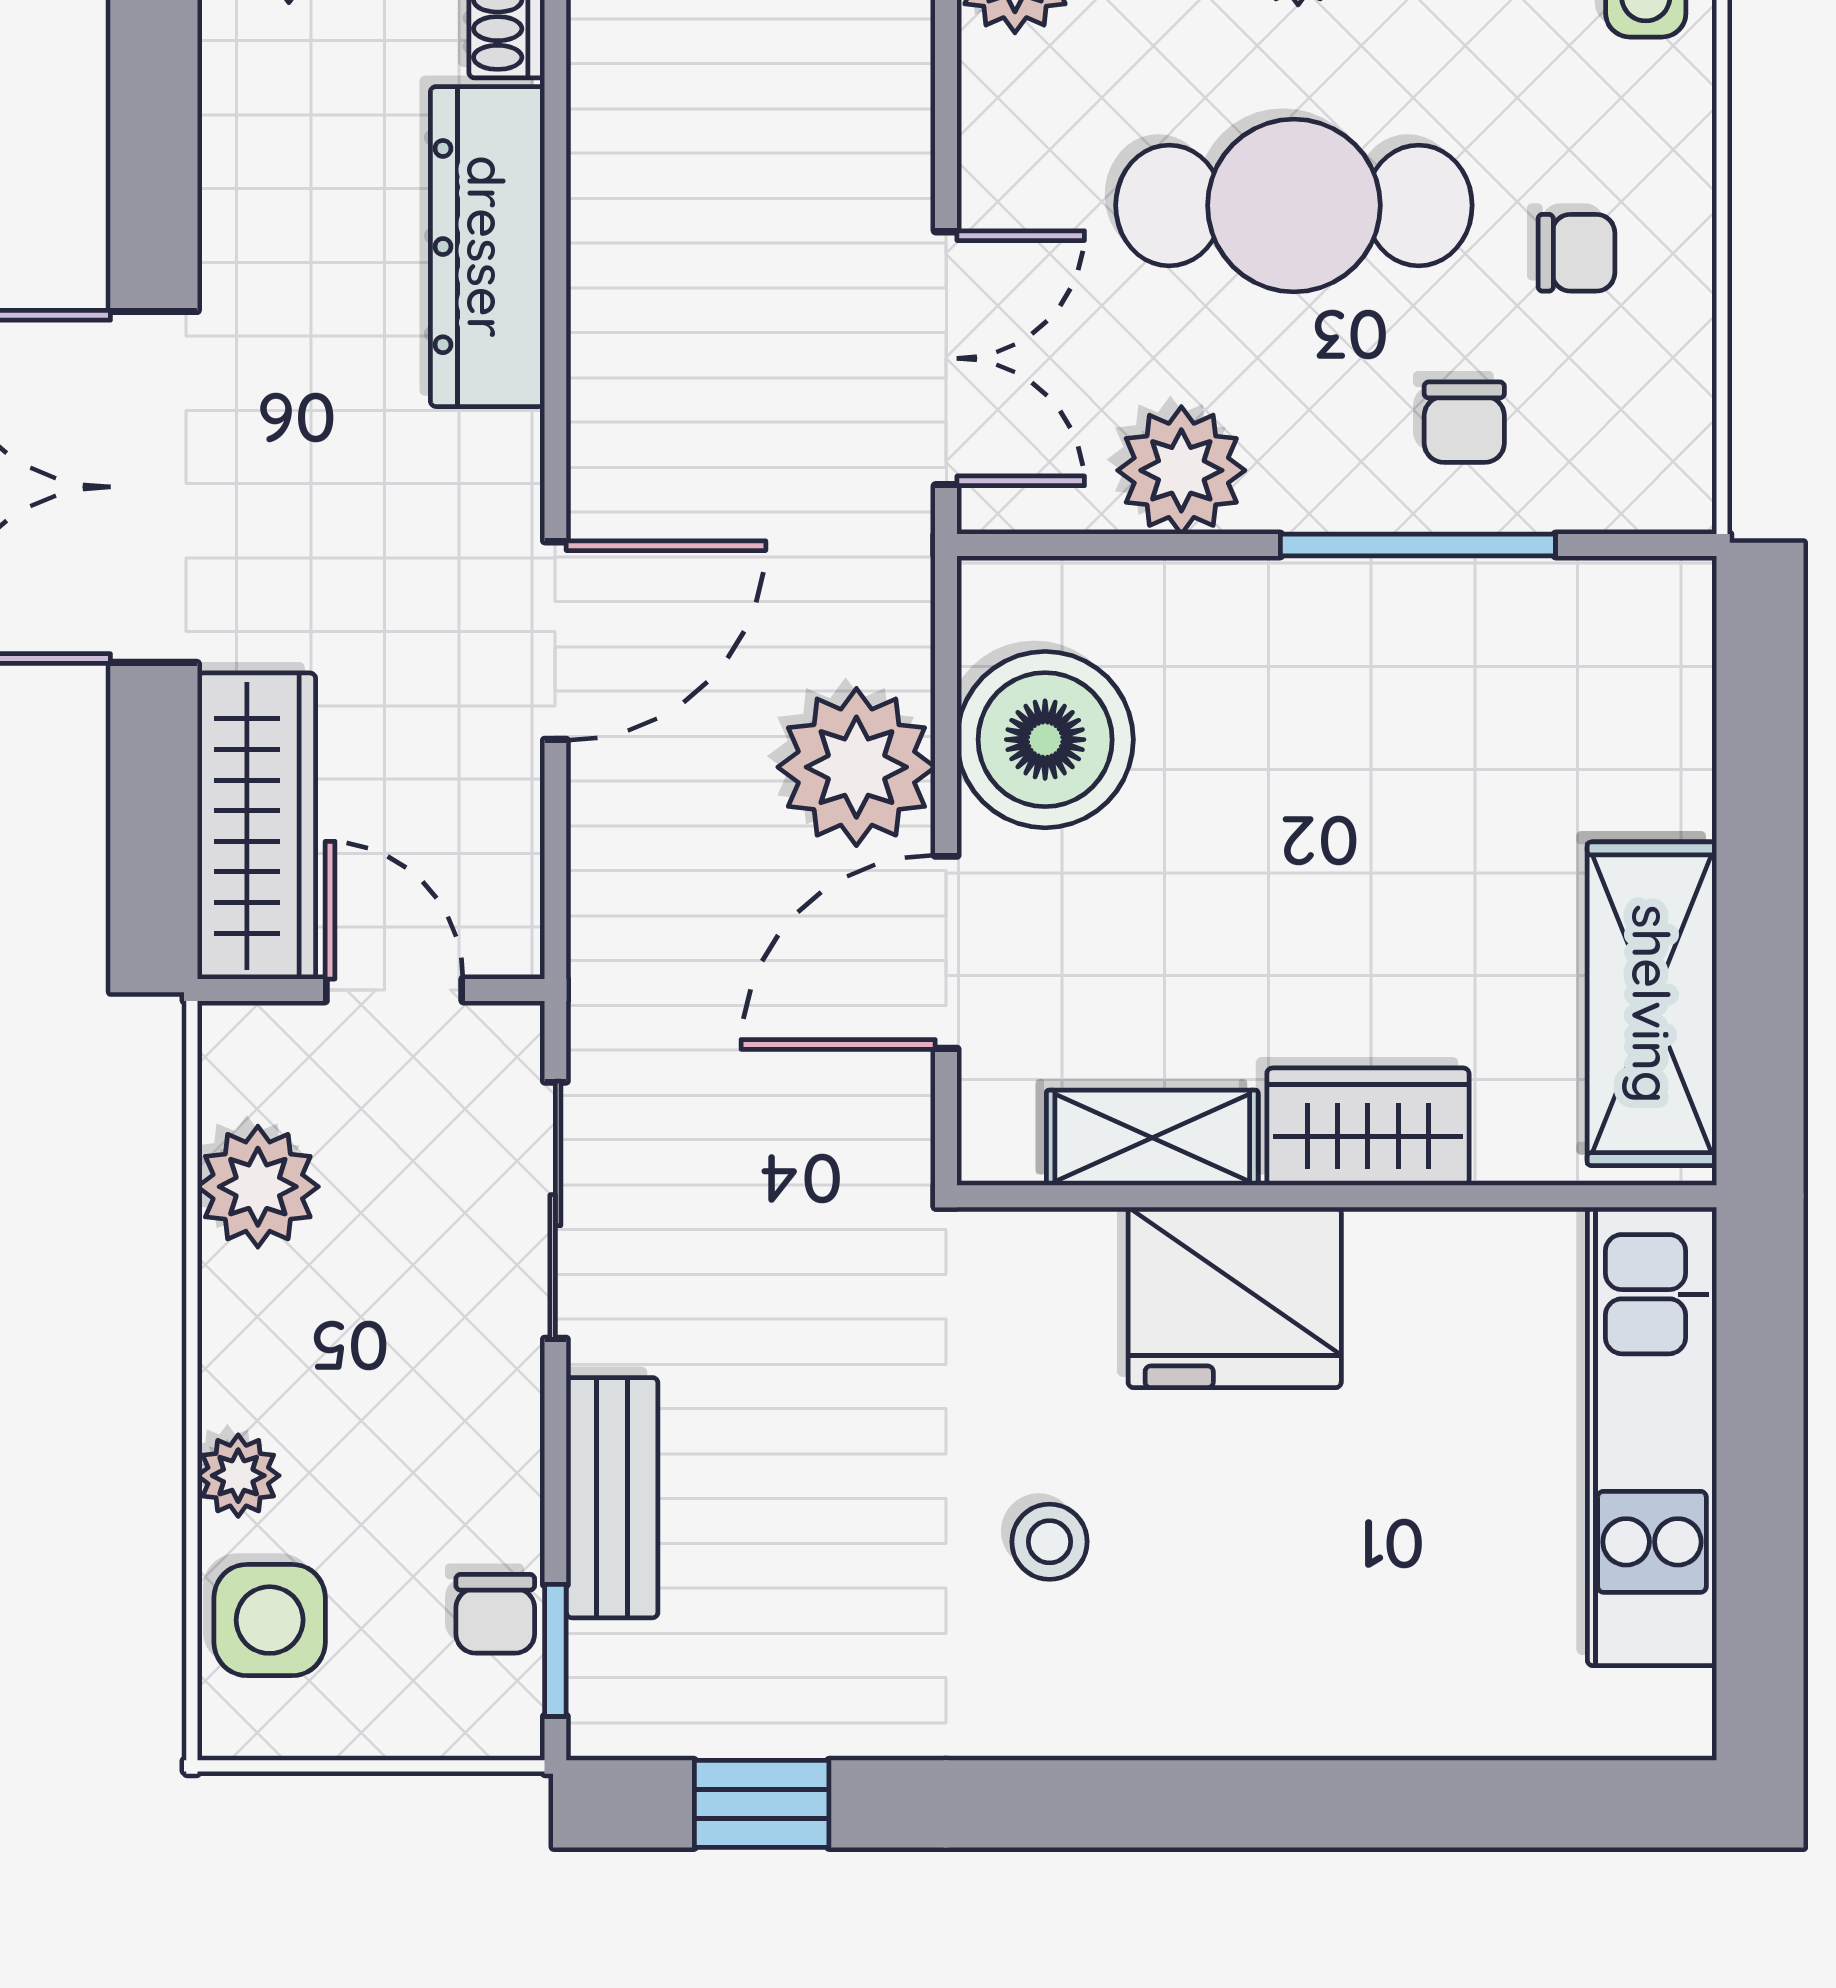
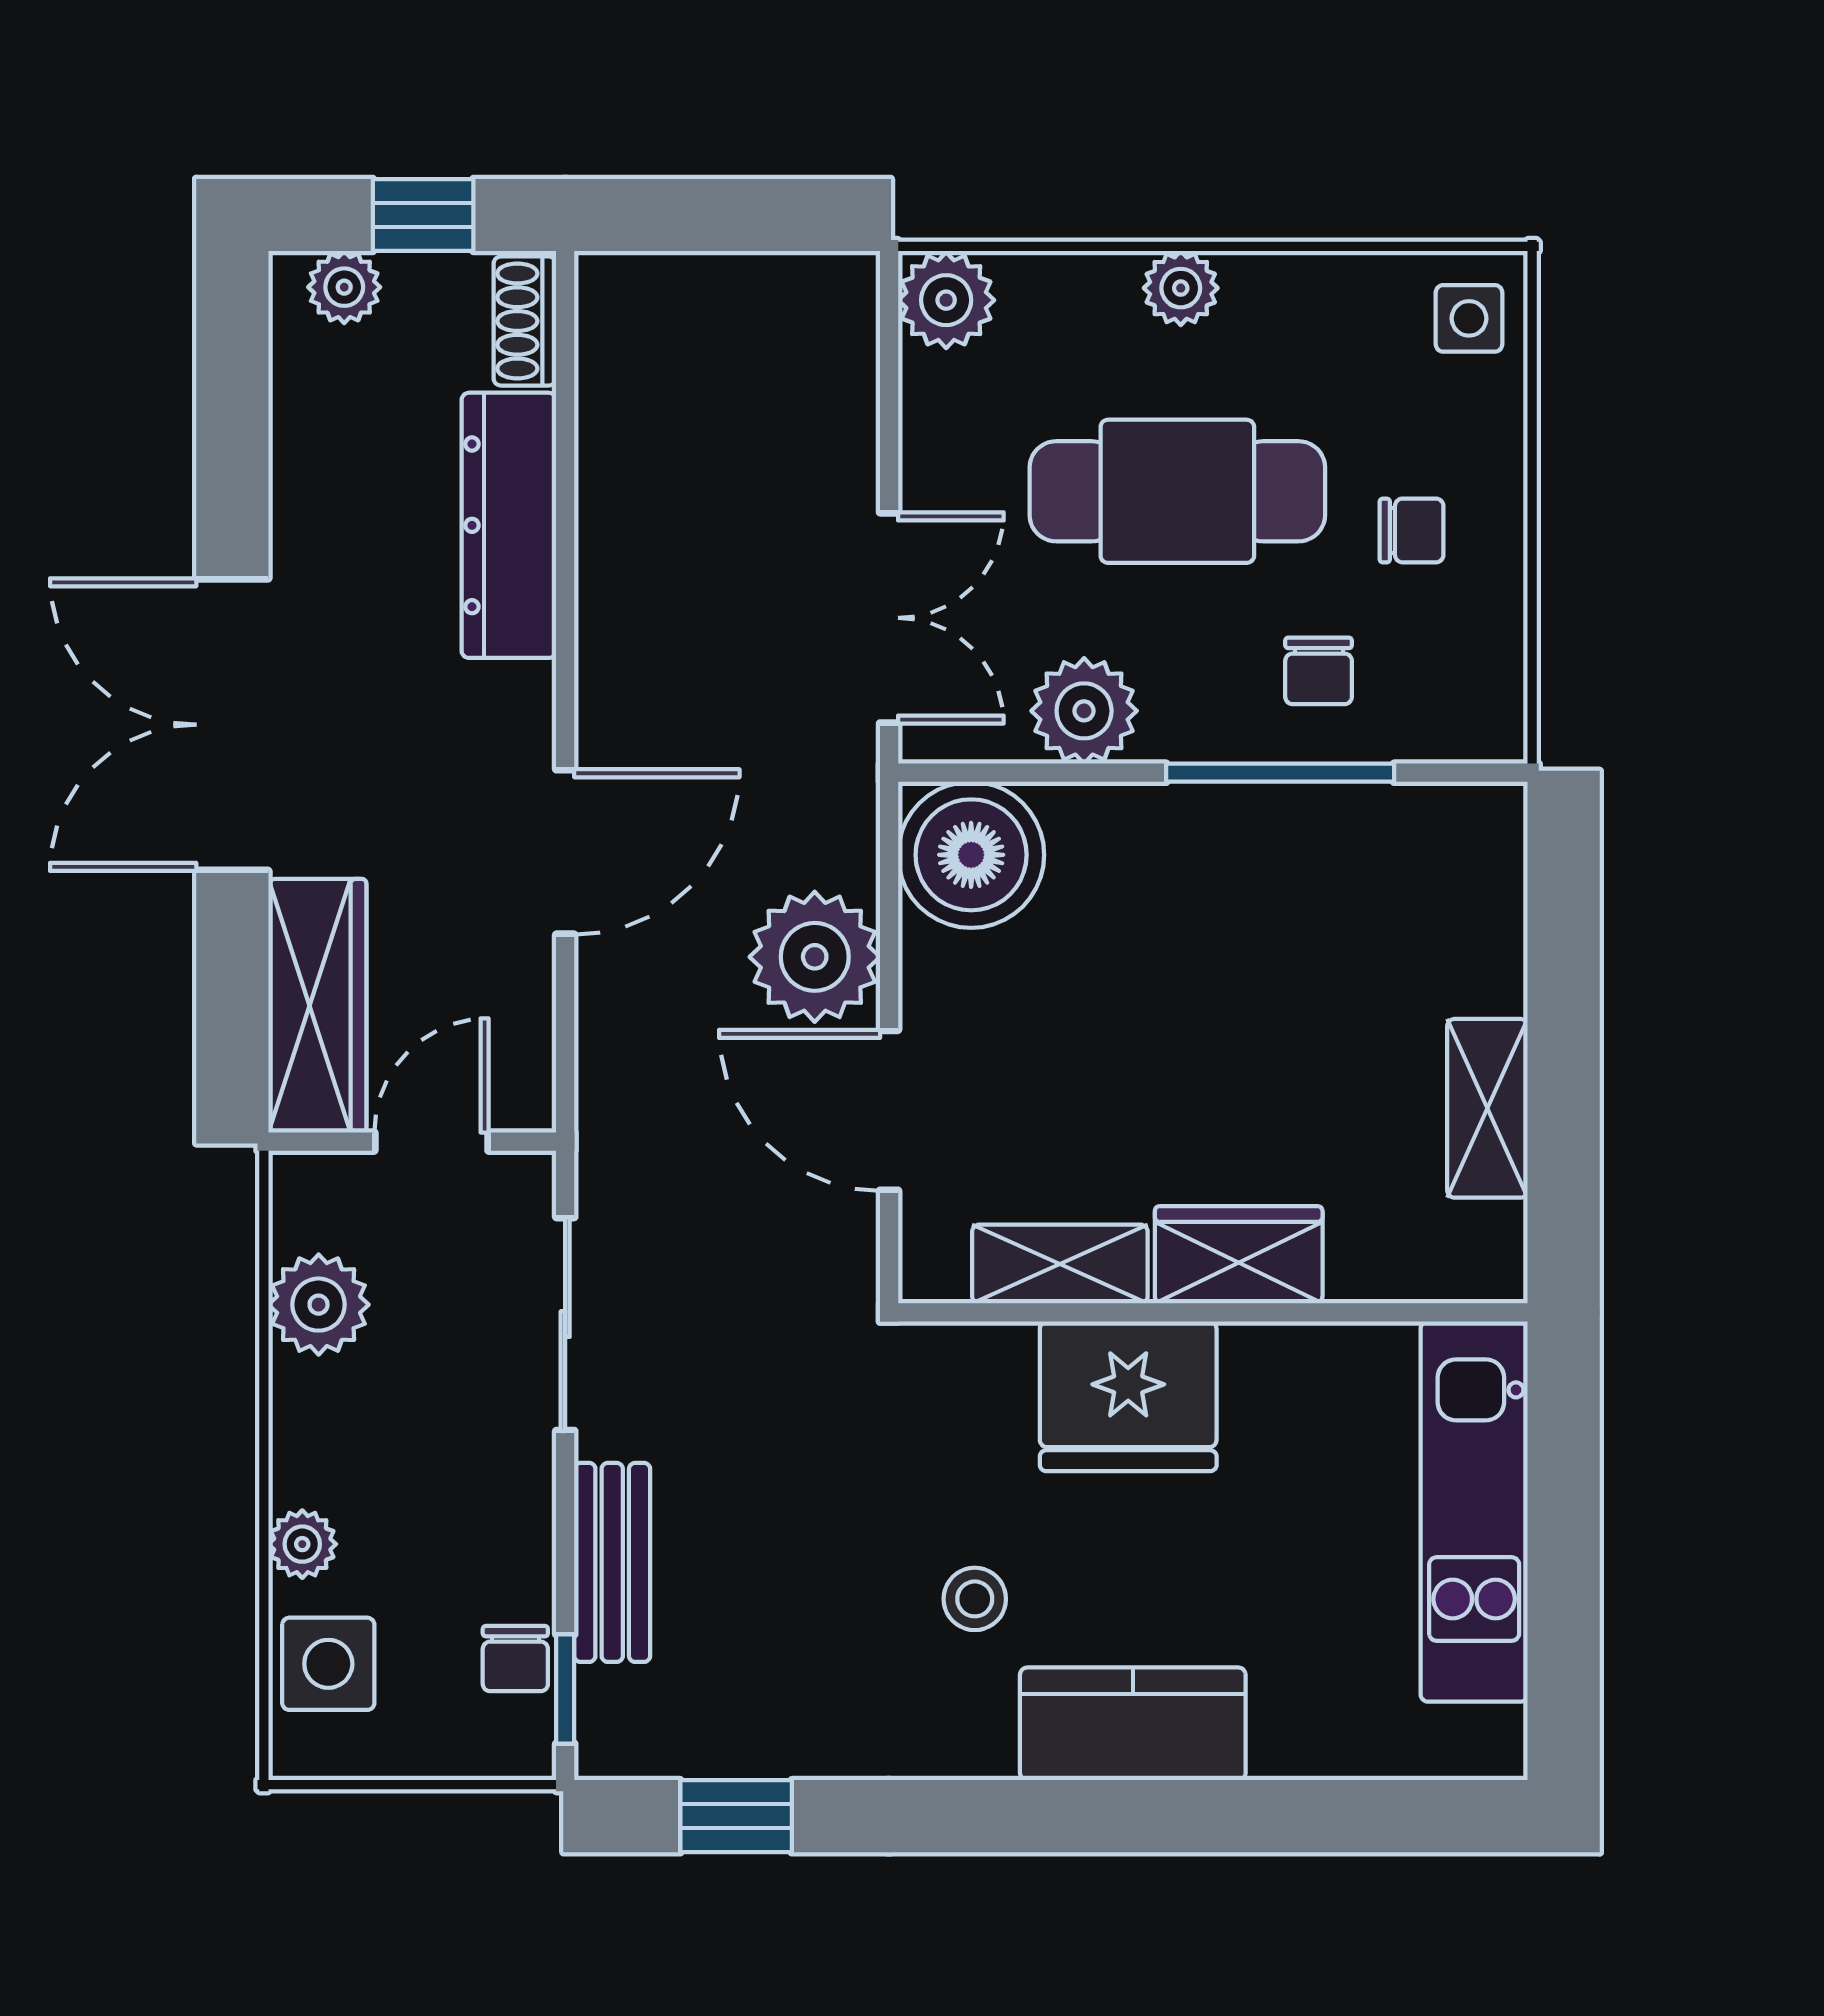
boiler: (1045, 740) -> (971, 855), moved
door: (946, 952) -> (889, 1110), hinge flipped
door: (394, 990) -> (431, 1142), hinge flipped
shelving: (1652, 1004) -> (1487, 1108), width x0.67, depth x0.75
kitchen counter: (1240, 1692) -> (1133, 1724), added

